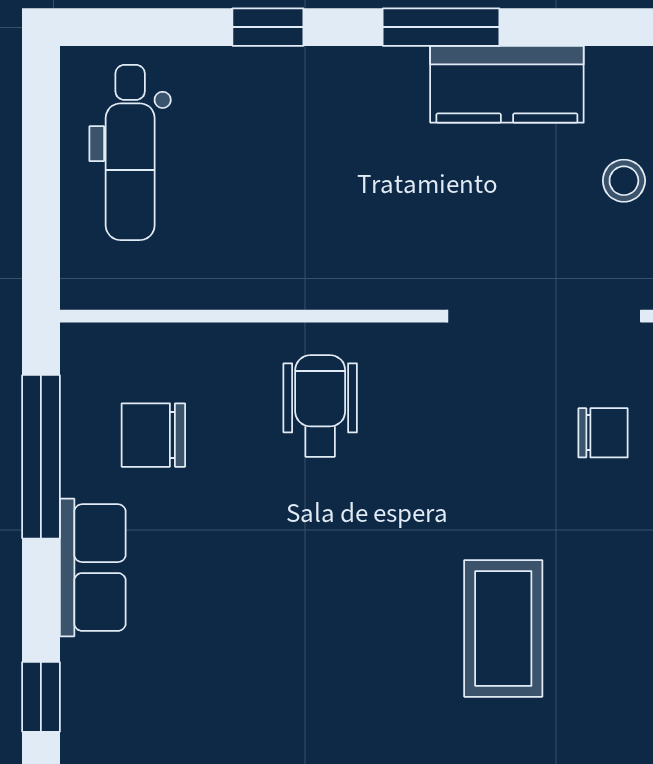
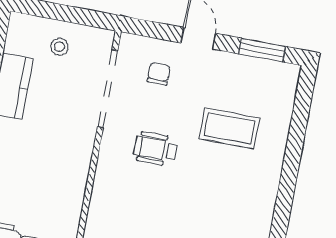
wheelchair: (320, 406) -> (155, 149), moved

